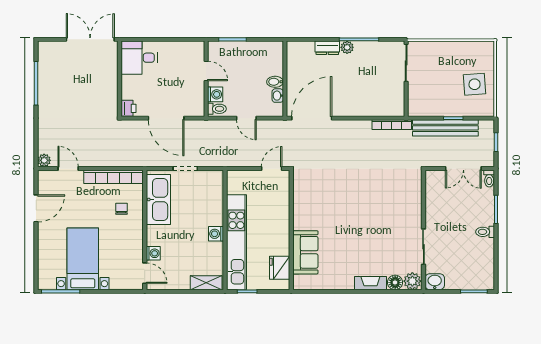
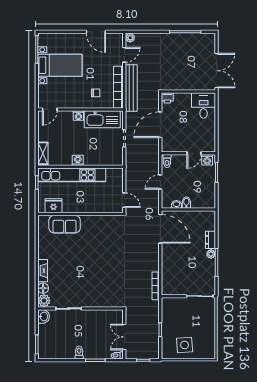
washing machine: (215, 94) -> (207, 160), moved
bench: (445, 128) -> (131, 88), moved
washing machine: (153, 253) -> (78, 116), moved

